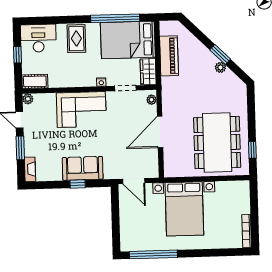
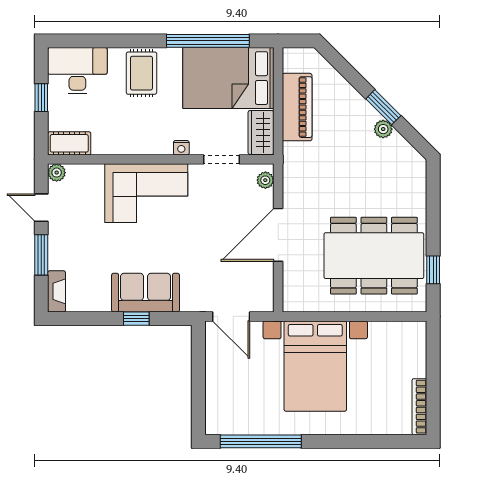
dining table: (217, 142) -> (374, 256), turned 90

